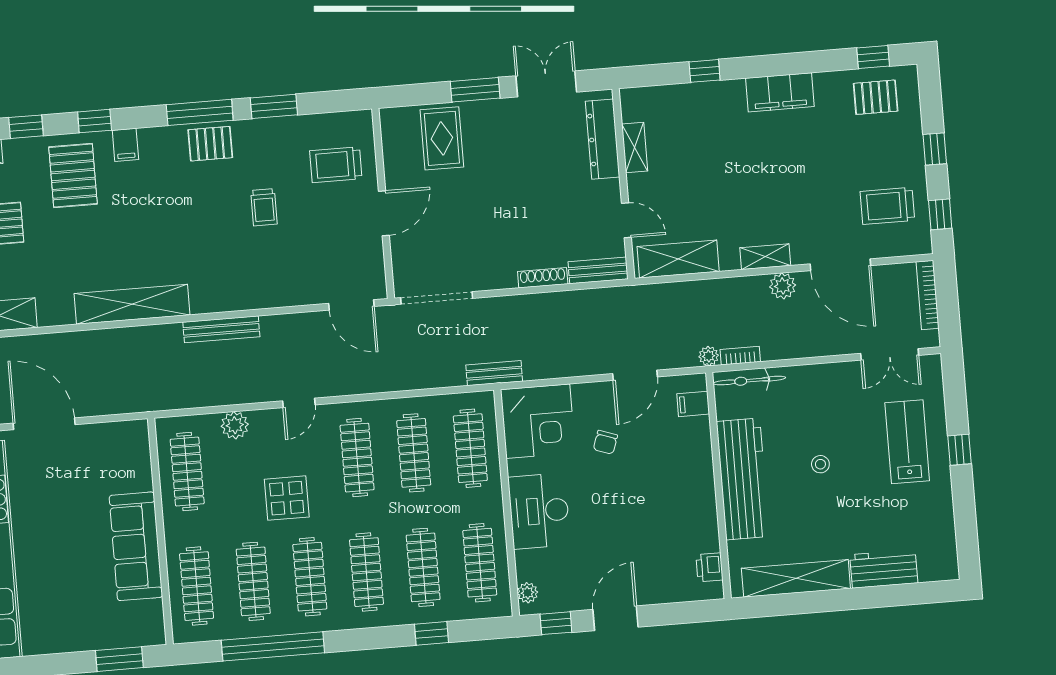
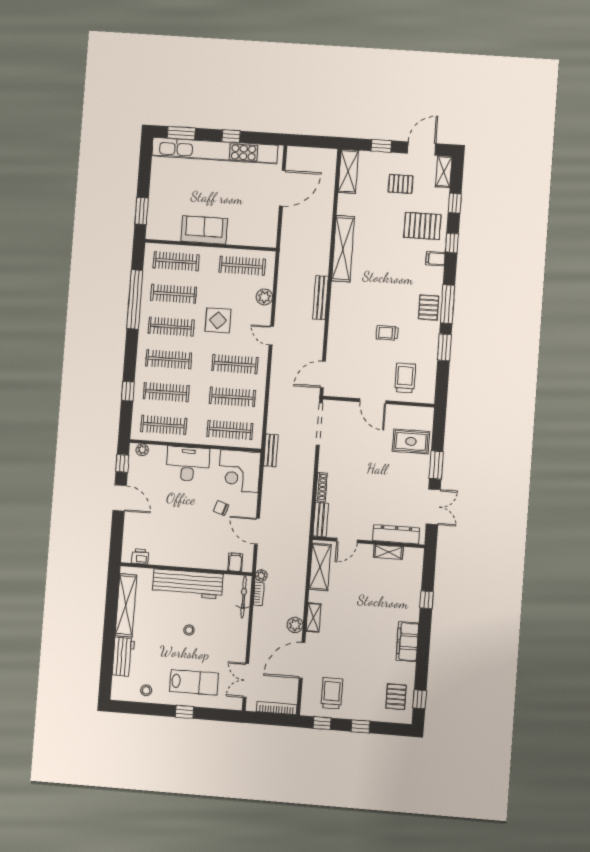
stool: (934, 521) -> (146, 690), added
sofa: (136, 546) -> (204, 230), width x0.73

